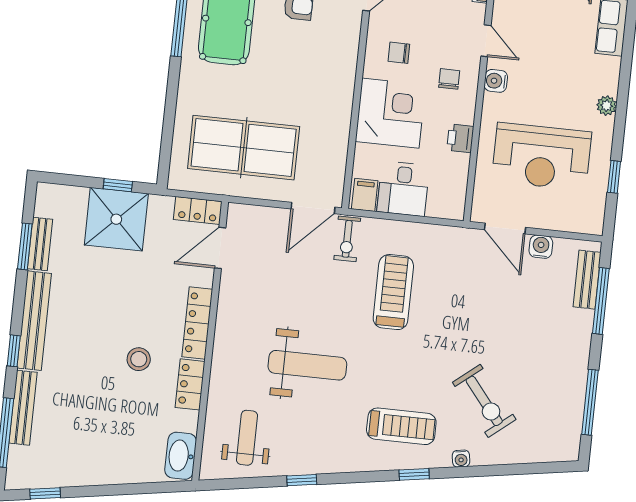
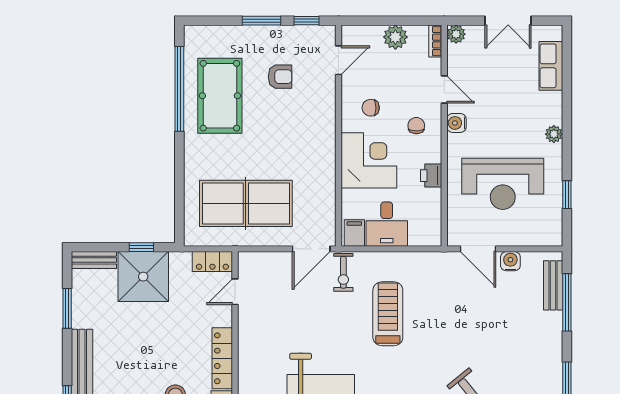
bench: (40, 244) -> (94, 260), moved, turned 90
door: (220, 248) -> (235, 292), width x0.73

